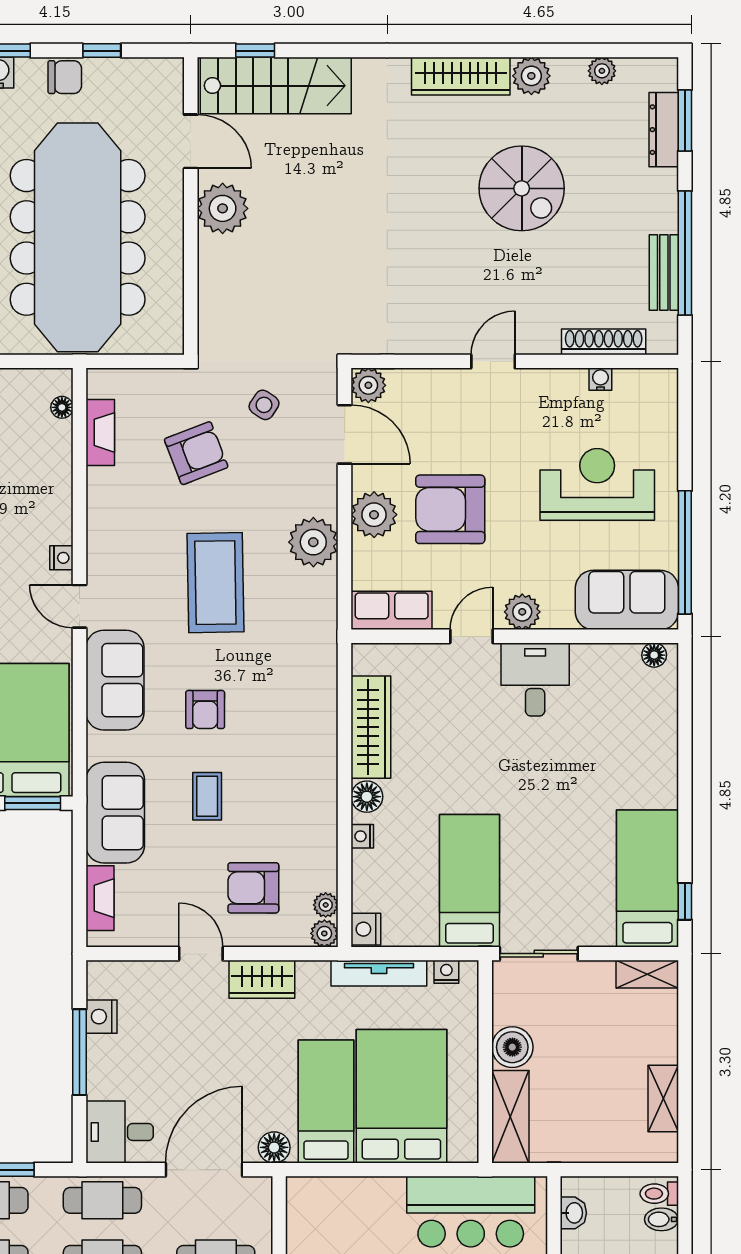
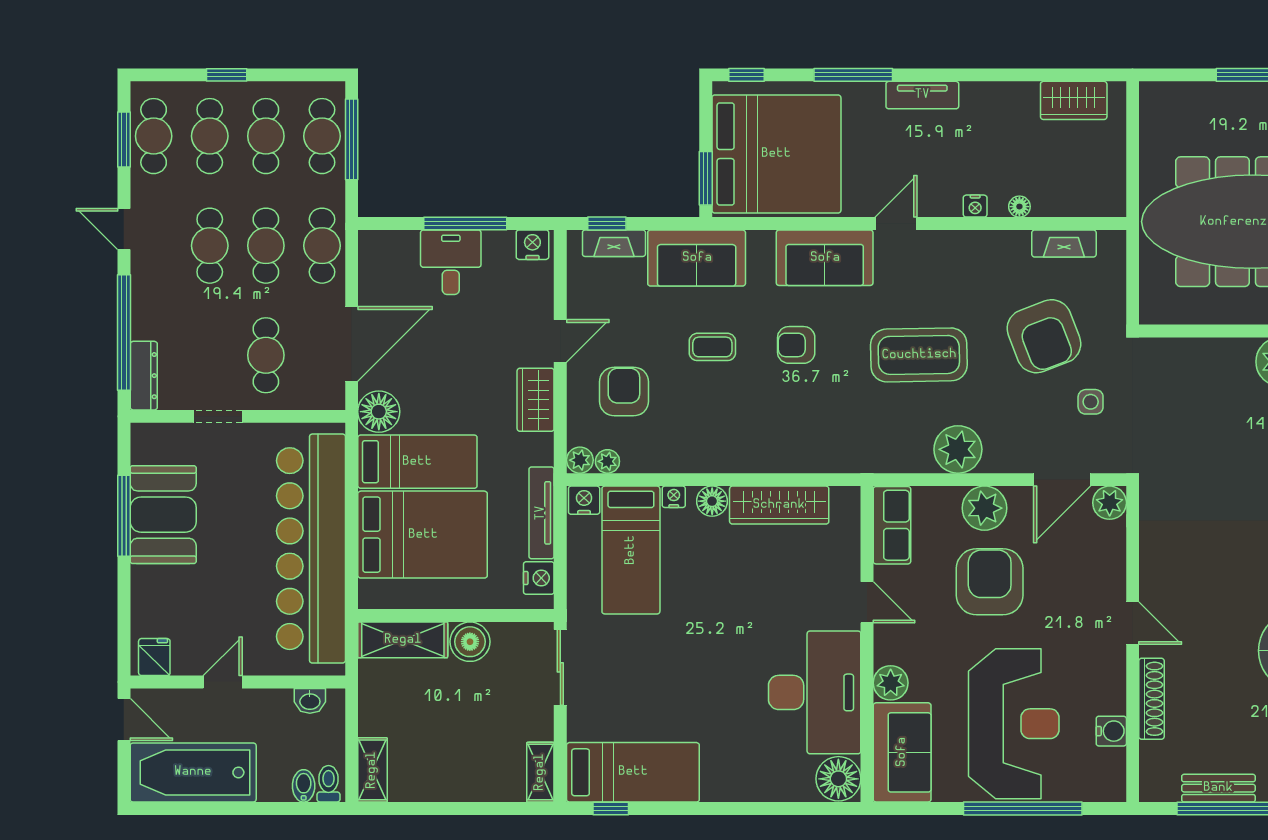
shoe rack: (604, 342) -> (1151, 699), moved
water cooler: (600, 379) -> (1111, 731), width x1.38, depth x1.38
side table: (264, 405) -> (1091, 402), turned -34
floor lamp: (62, 407) -> (1019, 207), moved
armchair: (196, 453) -> (1044, 336), width x1.36, depth x1.36
reception desk: (597, 484) -> (1014, 724), width x1.36, depth x1.30
window: (685, 552) -> (1023, 808), moved
nightstand: (61, 558) -> (975, 206), moved
plant: (522, 612) -> (891, 683), moved
floor lamp: (654, 655) -> (838, 779), width x1.89, depth x1.89
desk: (535, 679) -> (815, 692), width x1.87, depth x1.30
bed: (469, 881) -> (631, 550), moved, turned 90
window: (79, 905) -> (607, 223), added
nightstand: (446, 972) -> (539, 578), width x1.39, depth x1.35
nightstand: (101, 1017) -> (532, 245), moved
shelving: (663, 1099) -> (372, 770), moved, turned 90
desk: (120, 1132) -> (451, 262), moved
floor lamp: (274, 1147) -> (379, 412), width x1.38, depth x1.38
door: (204, 1170) -> (352, 344), hinge flipped
bar counter: (471, 1212) -> (311, 549), width x1.86

